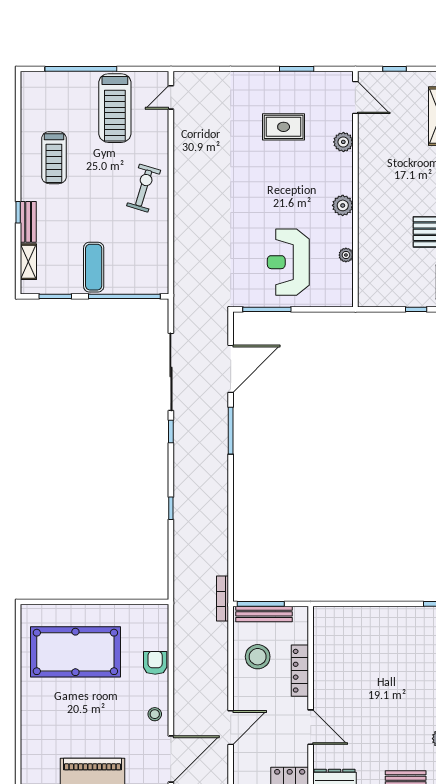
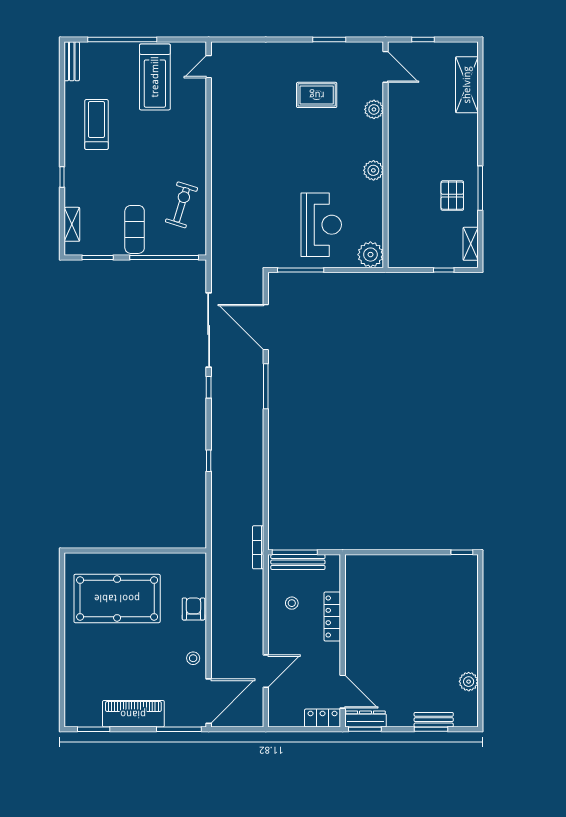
treadmill: (54, 158) -> (96, 125), turned 180
exercise bike: (144, 188) -> (182, 205), moved
bench: (28, 222) -> (72, 61), moved
plant: (346, 255) -> (370, 255), moved, width x1.88, depth x1.88
reception desk: (288, 262) -> (321, 225), turned 180
door: (231, 369) -> (266, 327), swing flipped
stool: (258, 657) -> (292, 603), width x0.53, depth x0.53
door: (311, 727) -> (343, 692), moved

